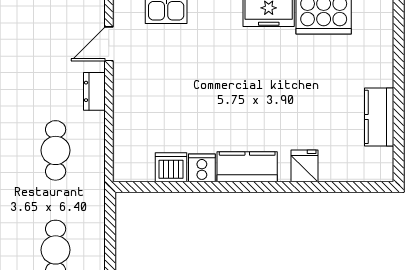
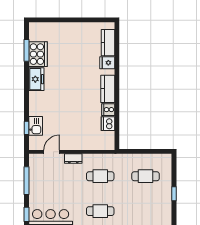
door: (109, 44) -> (52, 152), swing flipped
kitchen counter: (379, 117) -> (108, 43), moved, turned 90

